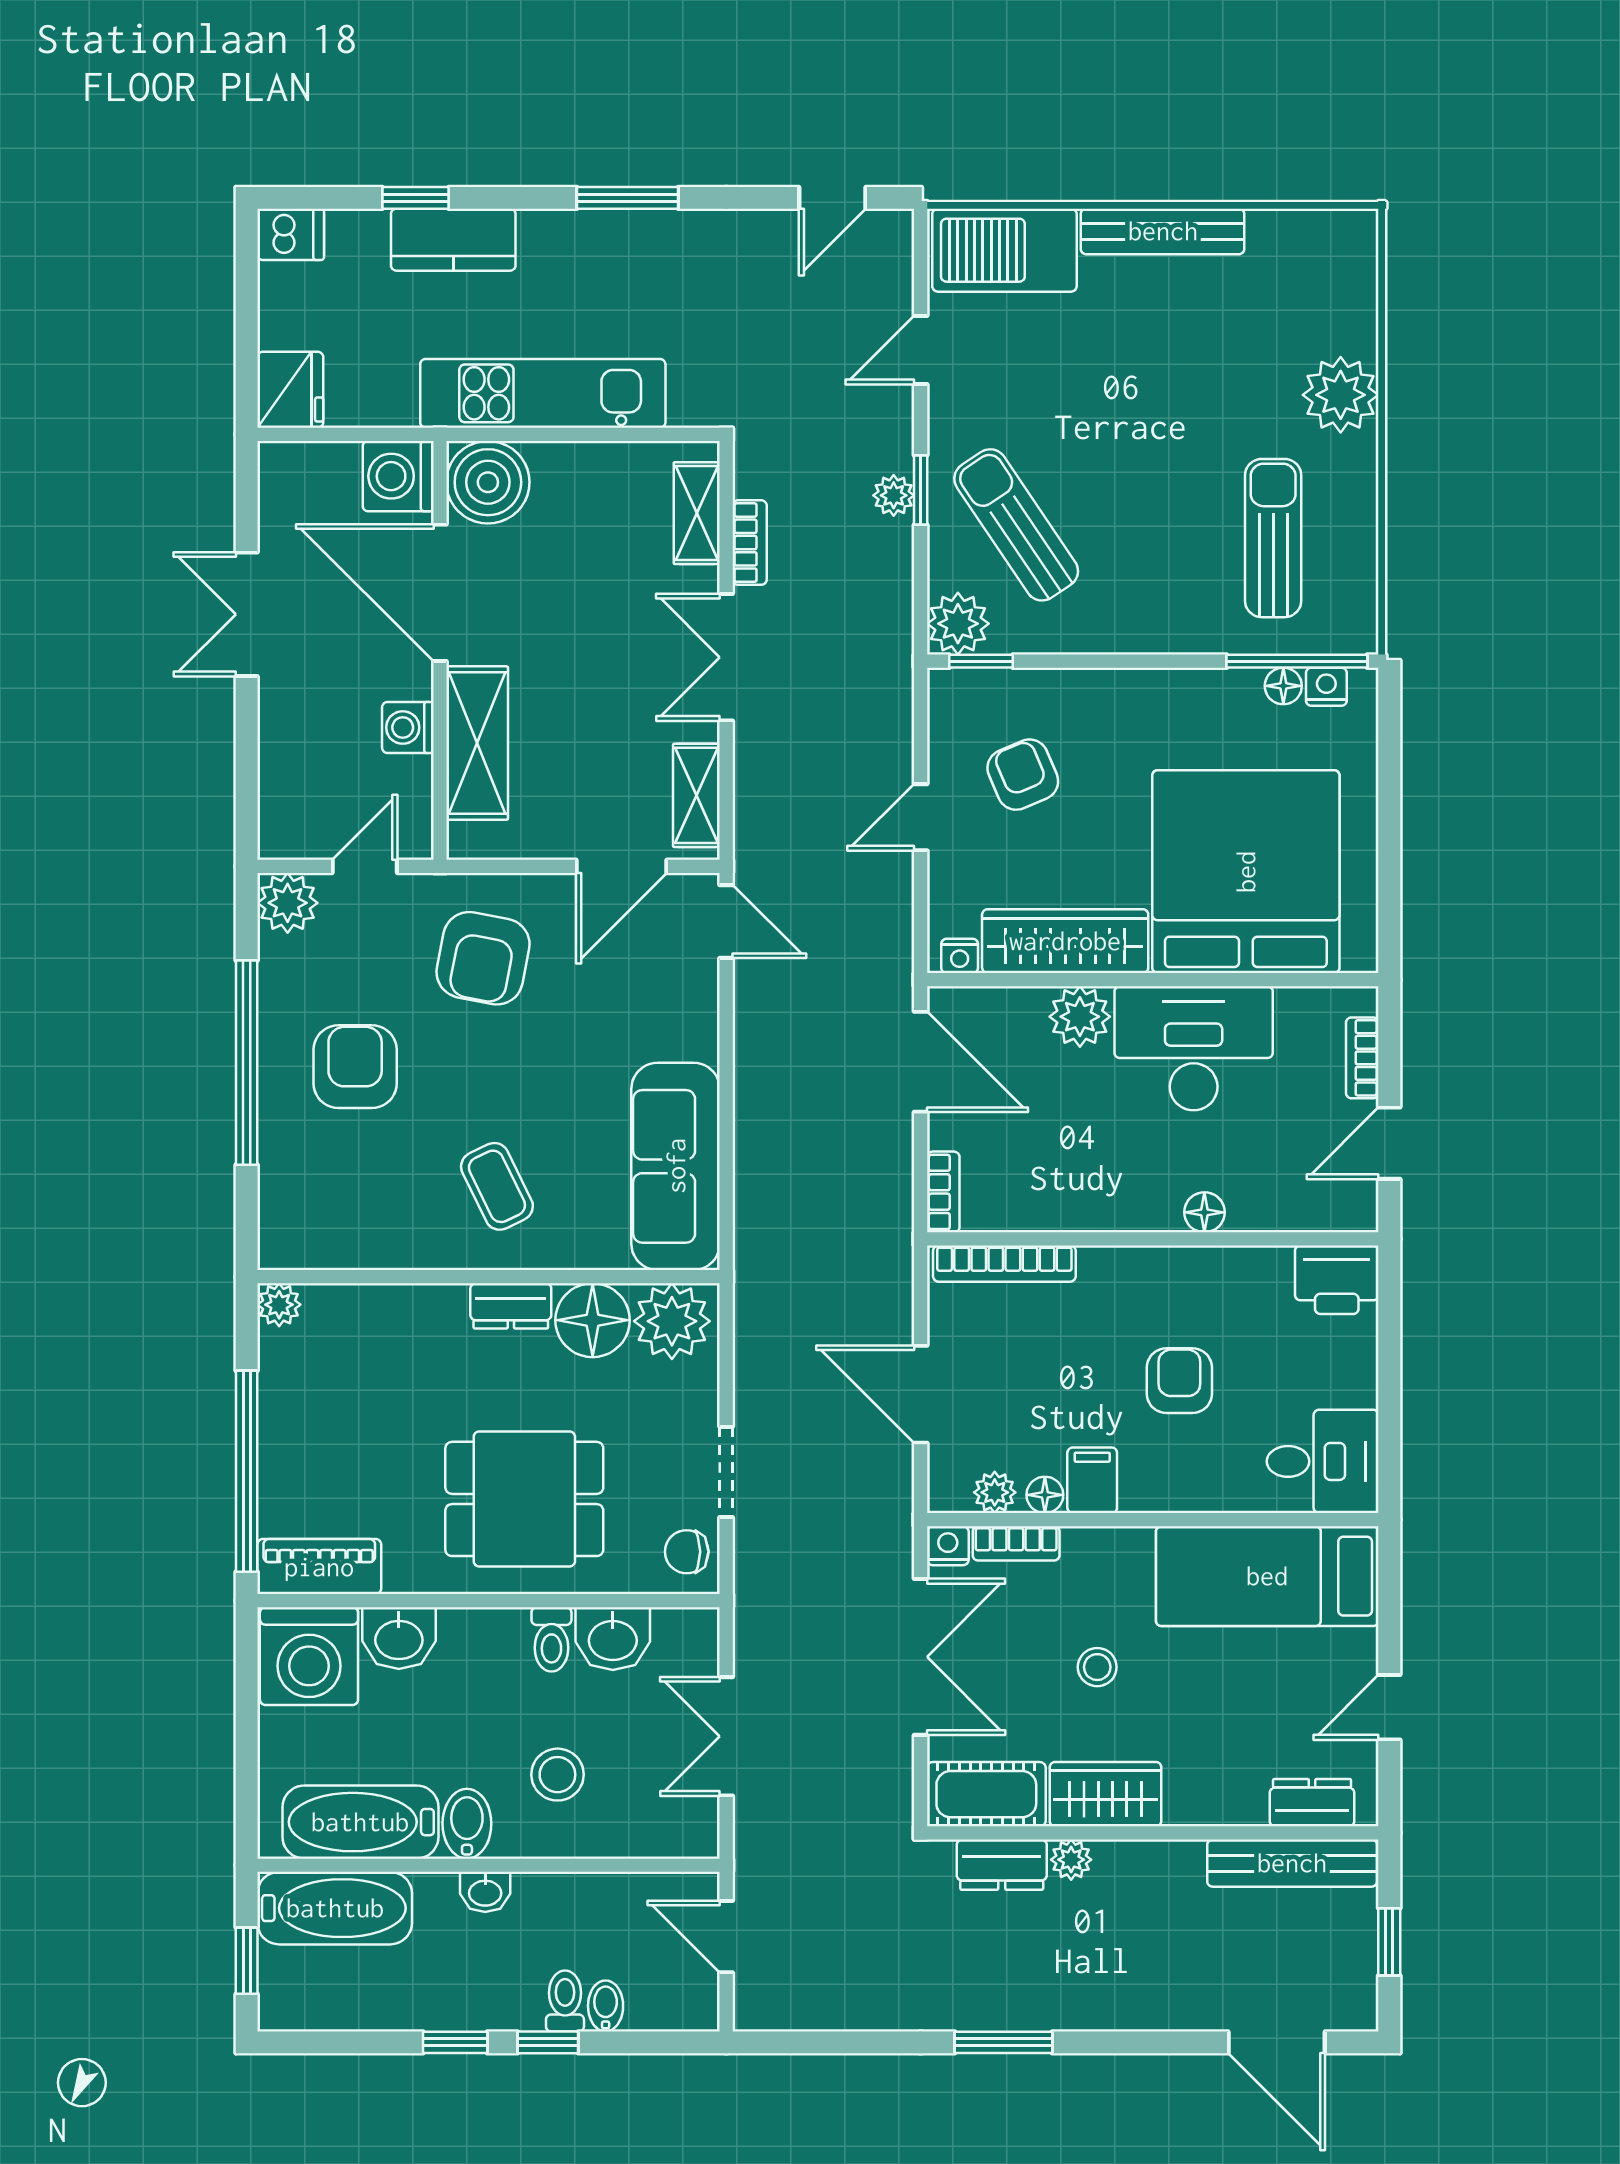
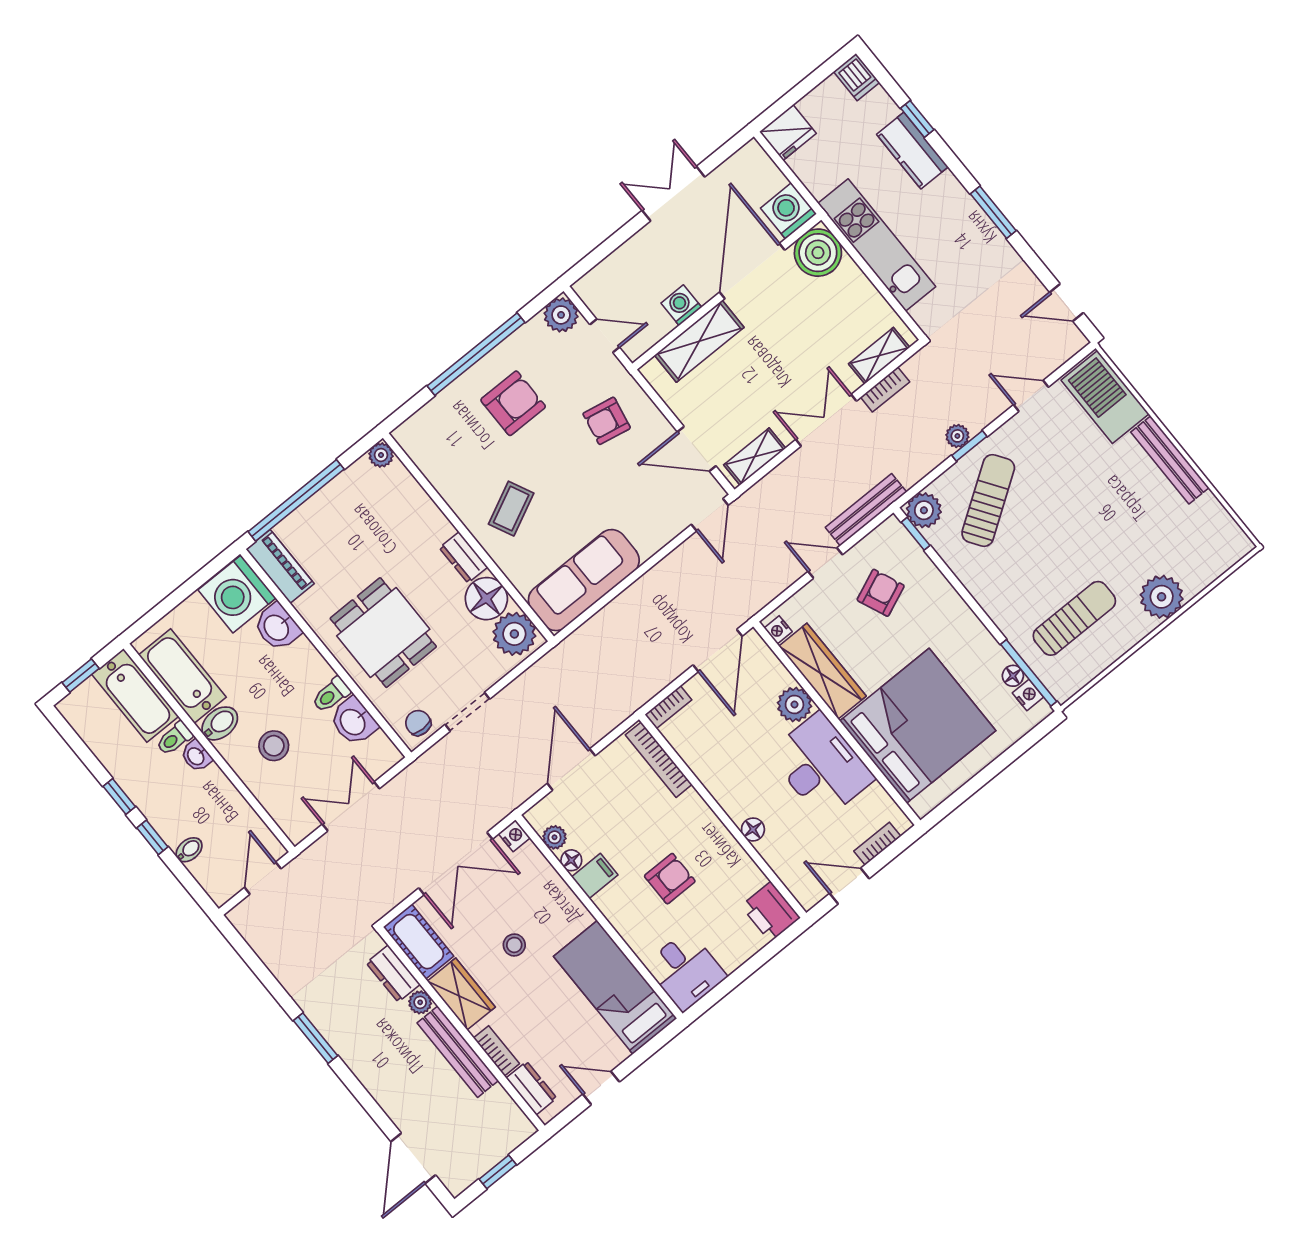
bench: (893, 702) -> (866, 510), added
armchair: (483, 958) -> (607, 421), width x0.72, depth x0.72
bookcase: (1016, 1543) -> (496, 1051), moved, turned 180
bench: (1292, 1863) -> (458, 1052), moved
toilet: (565, 2001) -> (174, 738), moved, turned 180

